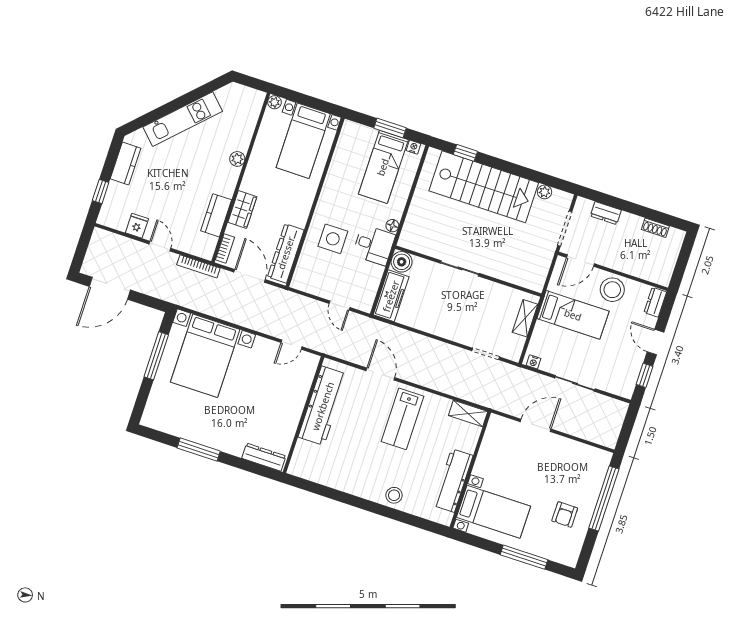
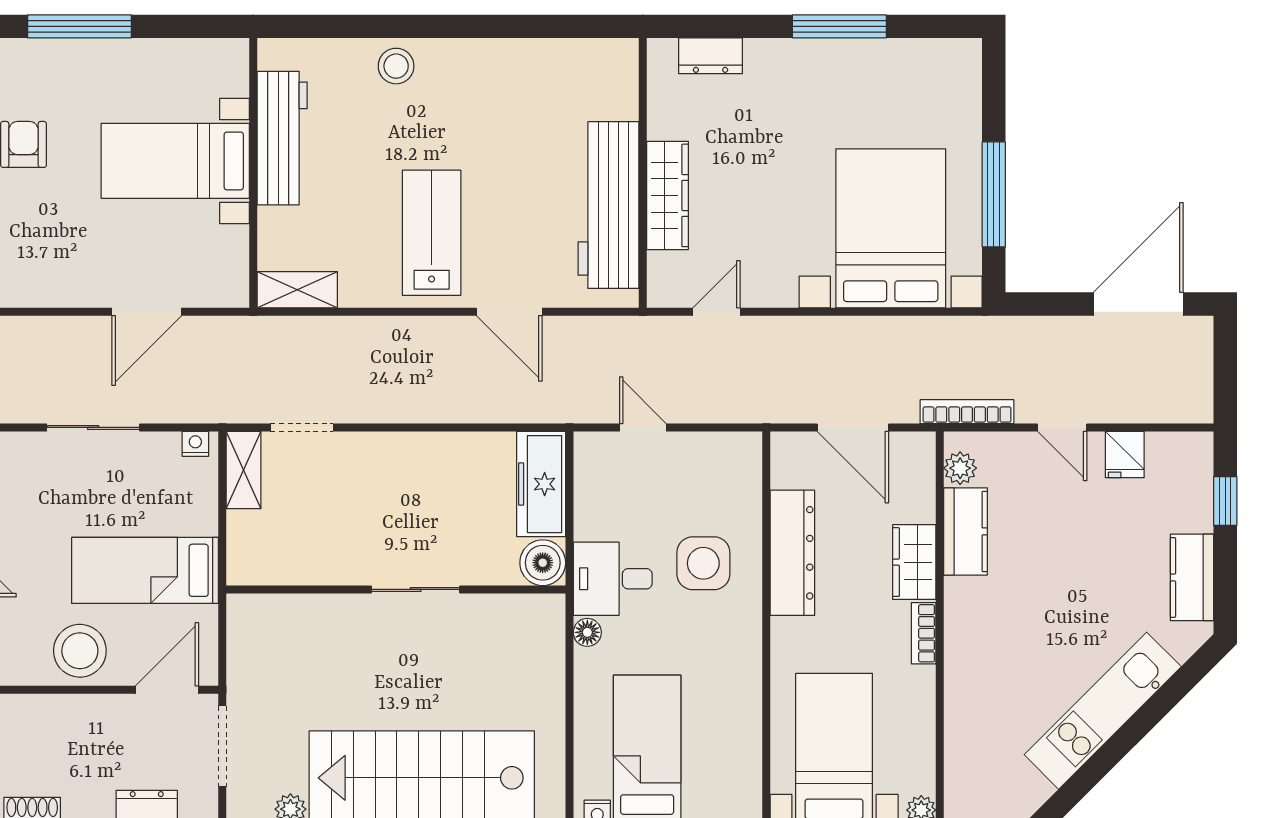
plant: (237, 159) -> (960, 468), moved
bookcase: (225, 249) -> (924, 633), moved
dresser: (286, 253) -> (792, 553), moved
shelving: (525, 318) -> (244, 470), moved
wardrobe: (296, 401) -> (668, 195), added
dresser: (264, 457) -> (711, 56), width x0.70
bed with nightstands: (493, 512) -> (175, 161), moved

